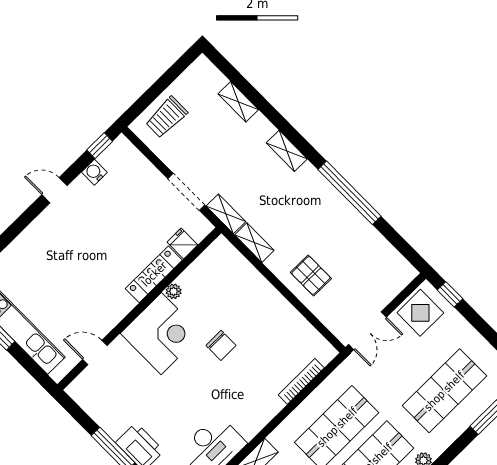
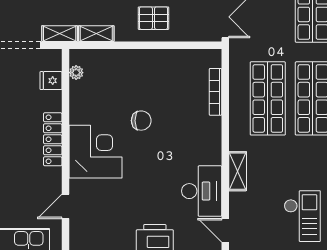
locker: (154, 274) -> (53, 139), moved
plant: (174, 291) -> (76, 73), moved

